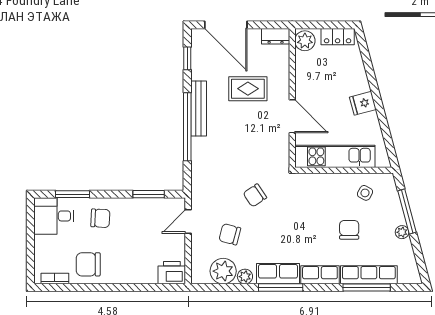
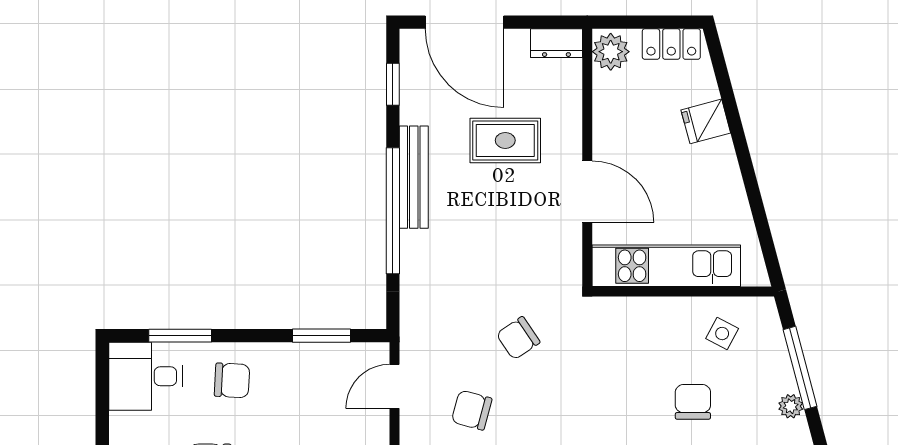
fridge: (363, 103) -> (706, 121), moved

